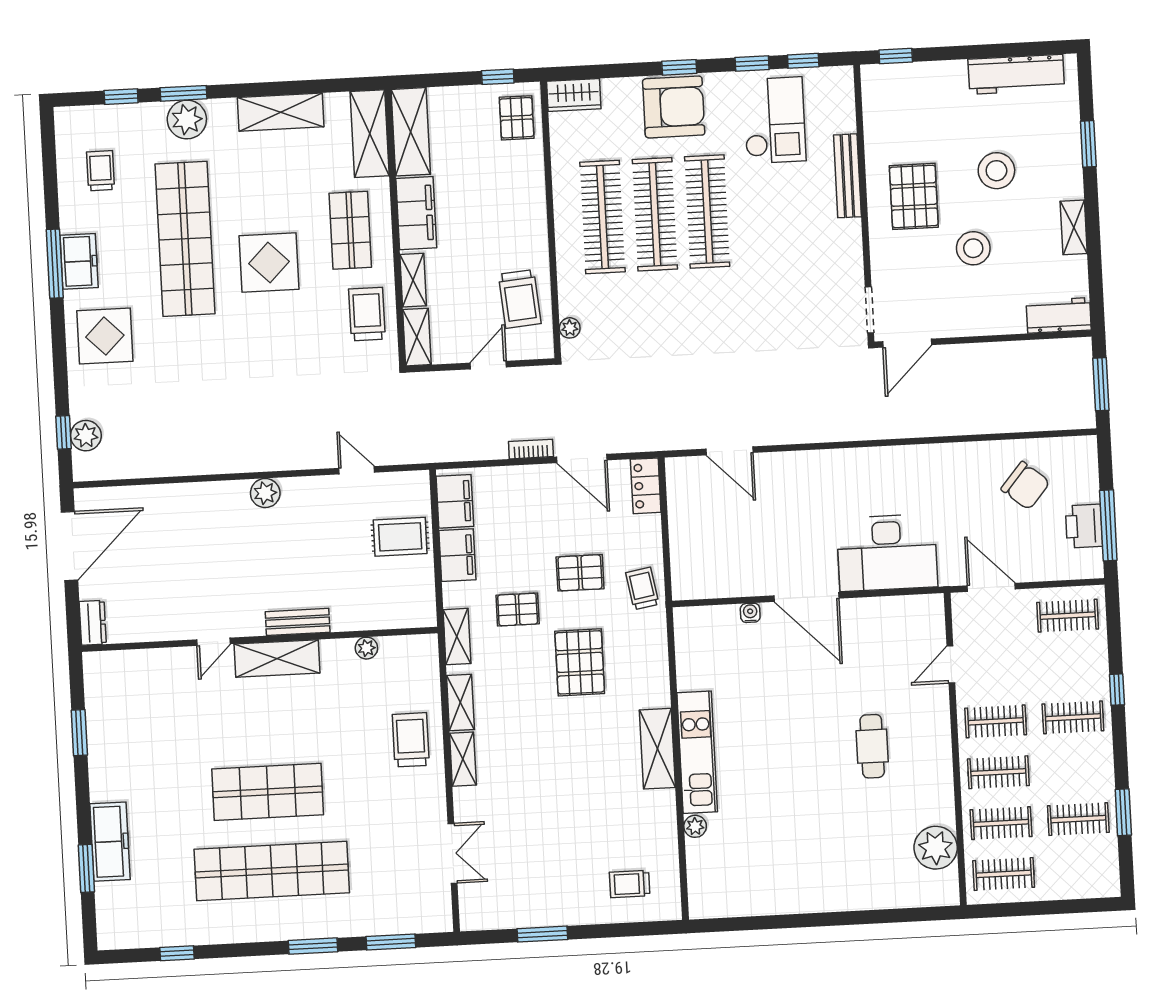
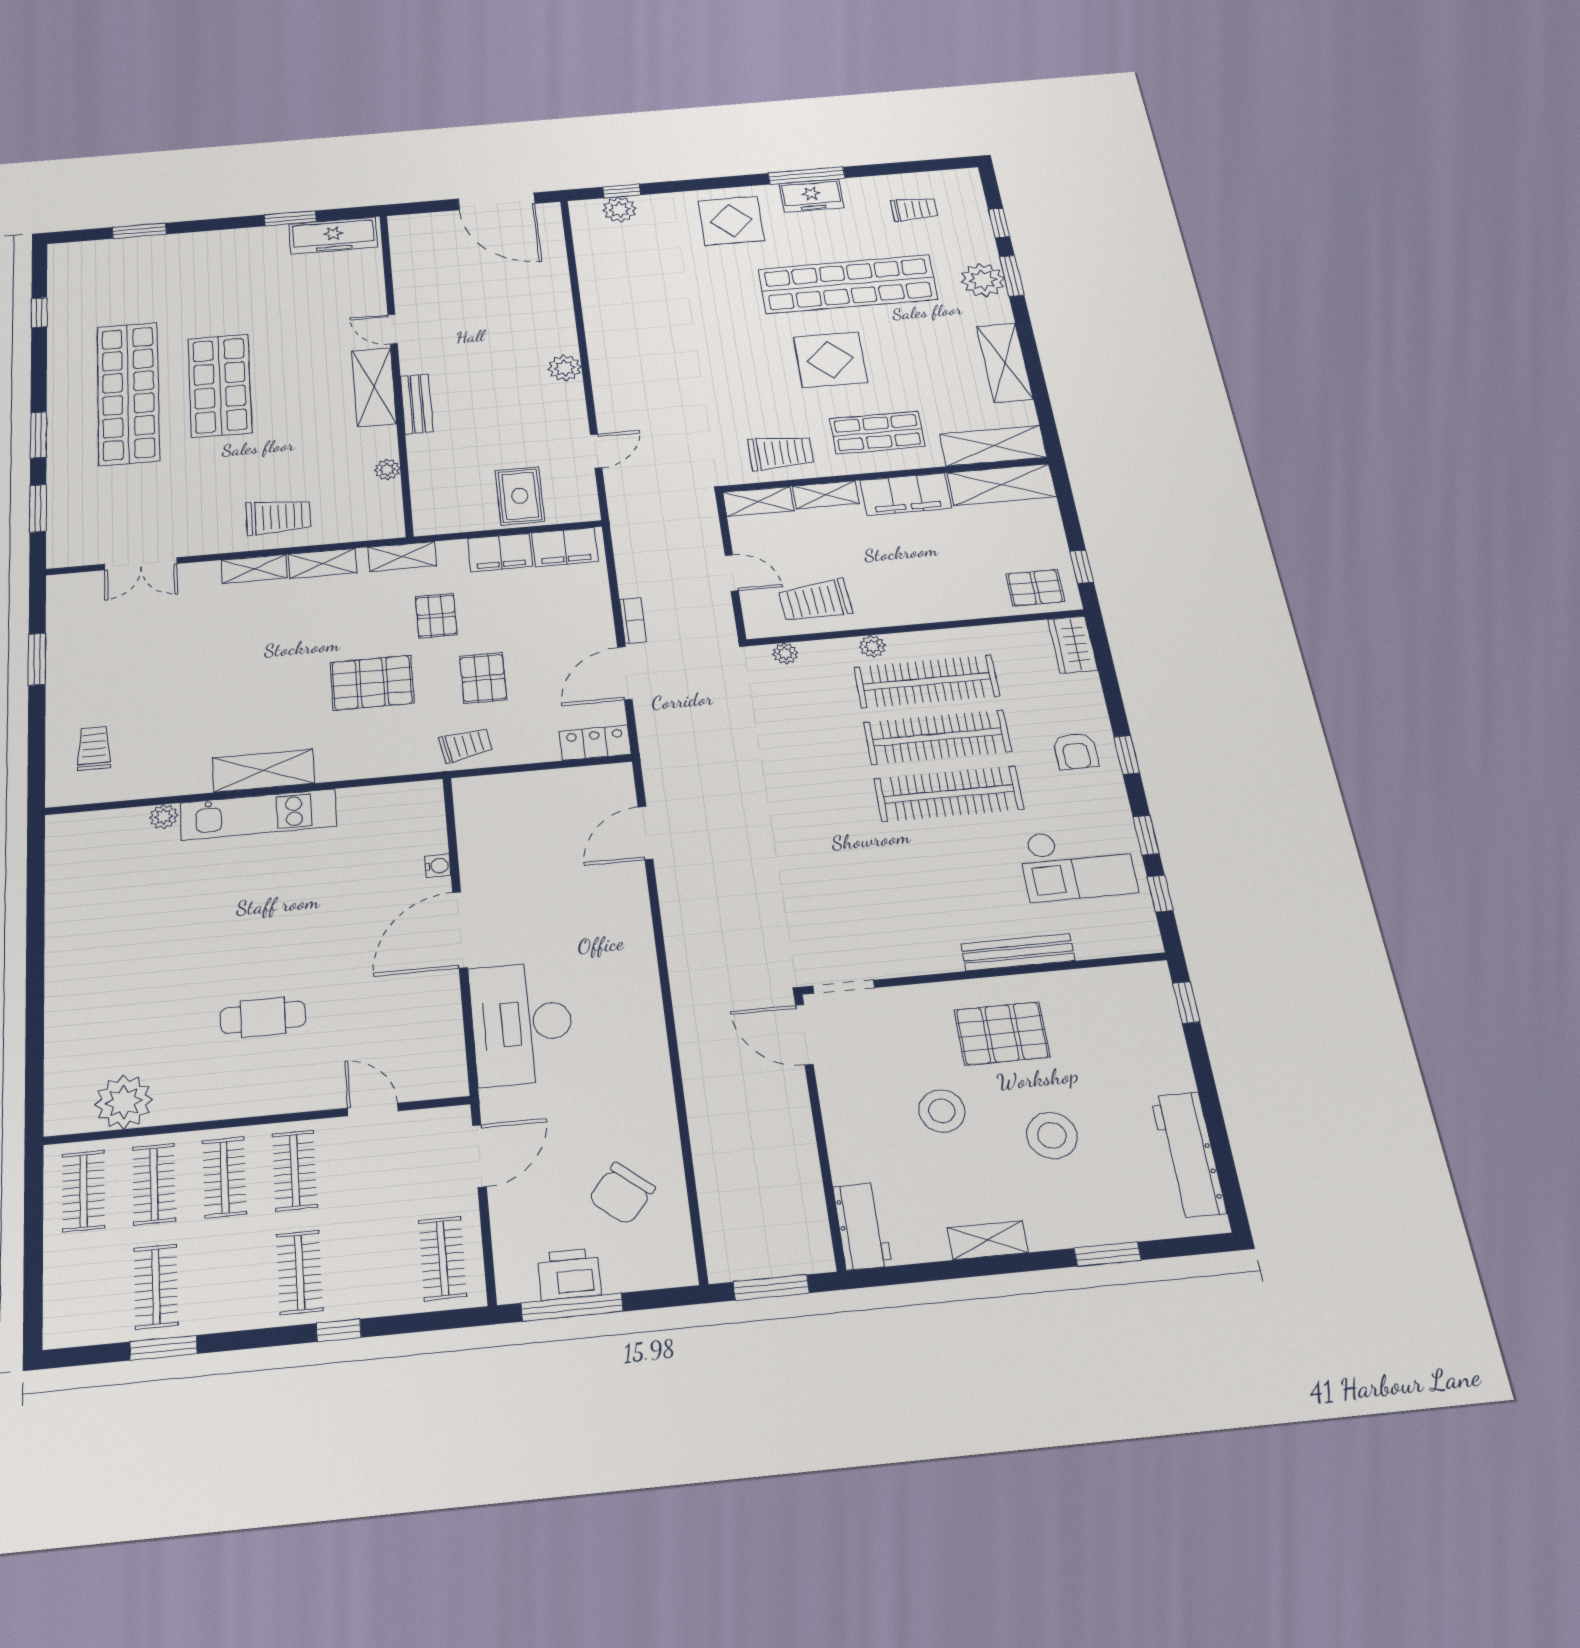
armchair: (674, 107) -> (1076, 751), width x0.53, depth x0.53
plant: (567, 257) -> (872, 646), added
dresser: (93, 623) -> (412, 224), removed
freezer: (110, 842) -> (333, 236), moved

